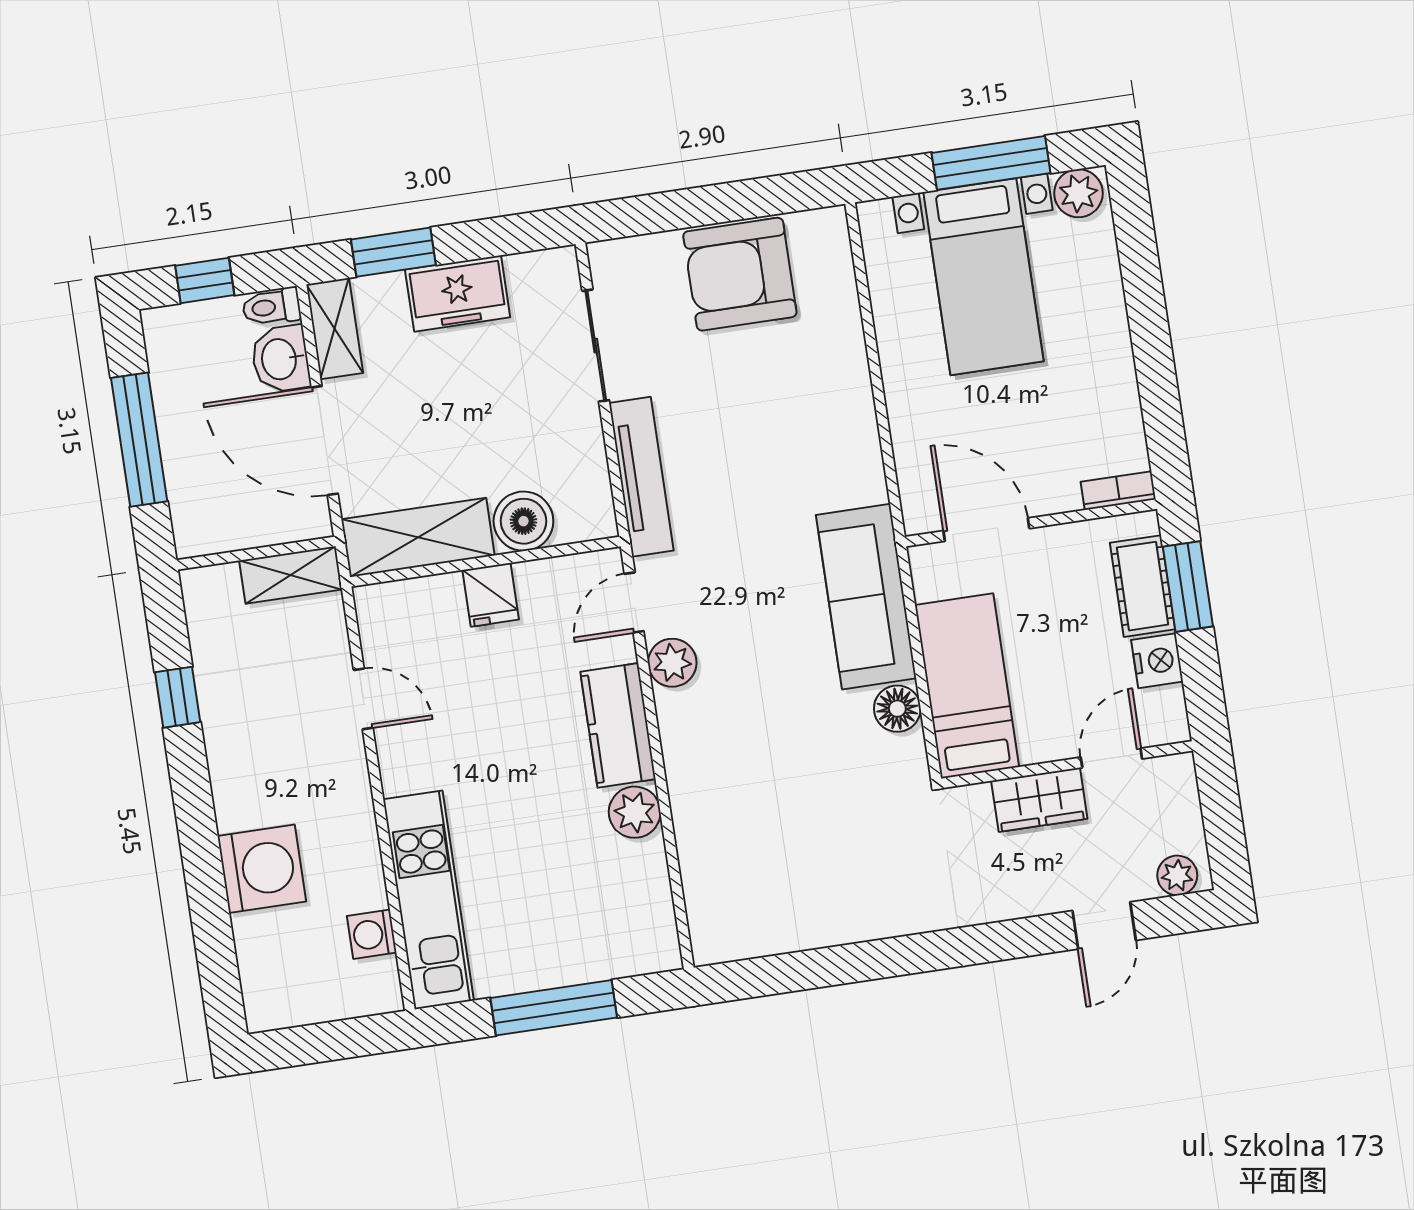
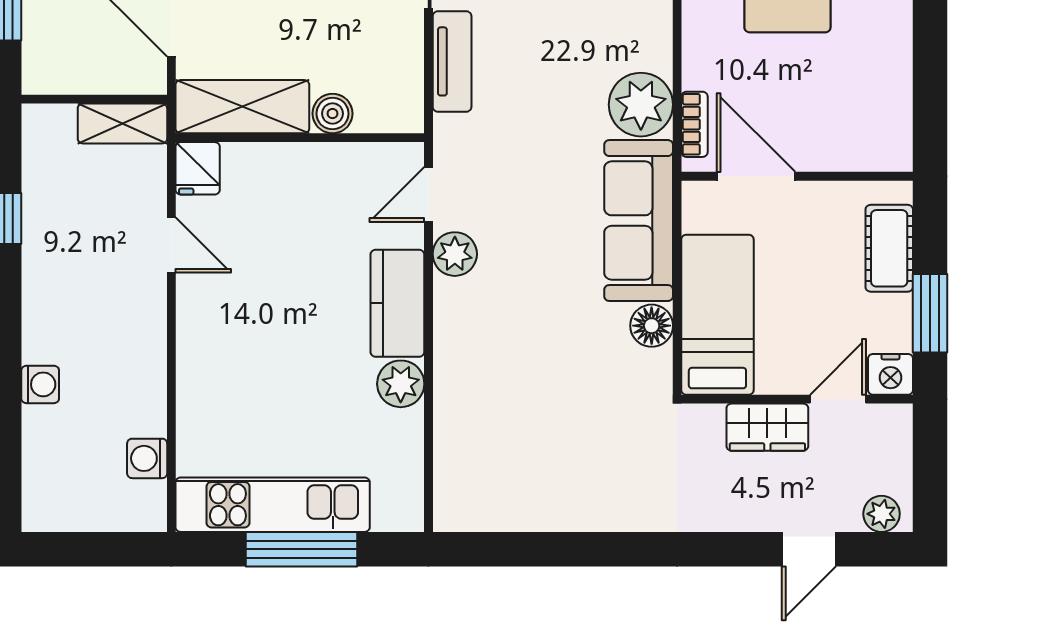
plant: (850, 470) -> (641, 105), added
tv unit: (641, 477) -> (452, 61), width x0.71
bookcase: (1118, 491) -> (694, 124), moved, turned 90
boiler: (523, 521) -> (333, 114), width x0.73, depth x0.73
window: (1188, 586) -> (930, 313), moved
fridge: (491, 595) -> (198, 168), moved
nightstand: (1157, 661) -> (891, 374), moved, turned 90
washing machine: (262, 869) -> (40, 384), width x0.53, depth x0.53
kitchen unit: (428, 900) -> (273, 505), moved, turned -90

